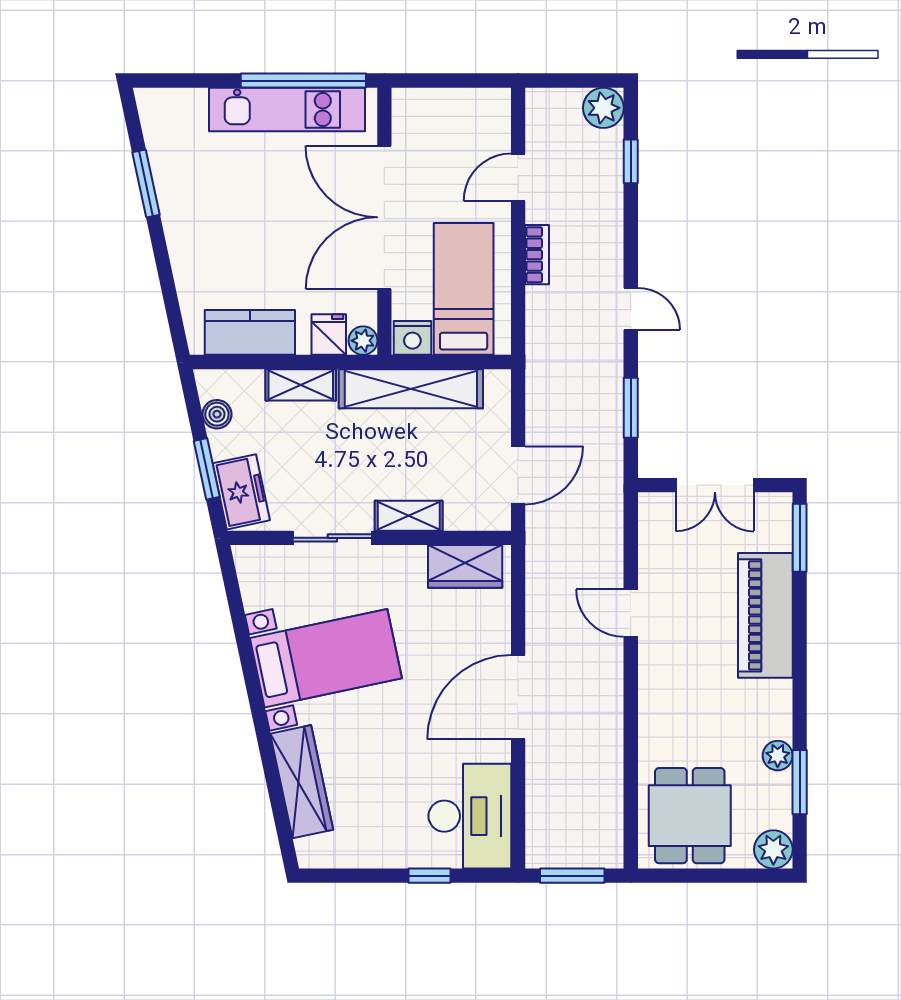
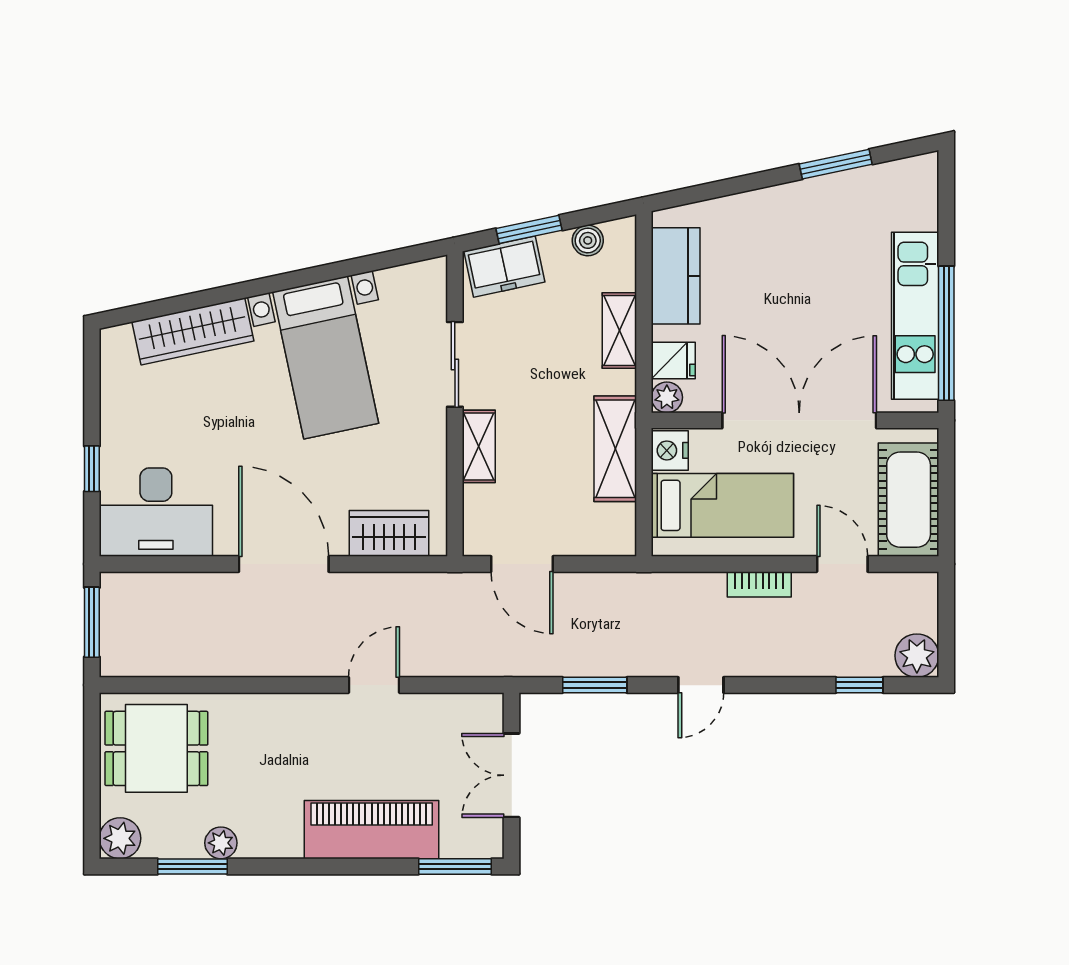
cot: (458, 116) -> (909, 500), added
shelving: (411, 389) -> (615, 449), width x0.68
wardrobe: (465, 566) -> (389, 533), moved, turned 90

